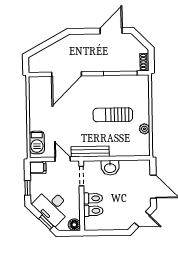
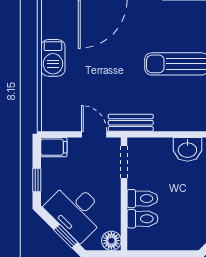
barbecue: (37, 142) -> (53, 58), moved
bench: (90, 152) -> (131, 123), width x0.73
washbasin: (110, 168) -> (187, 149), moved

